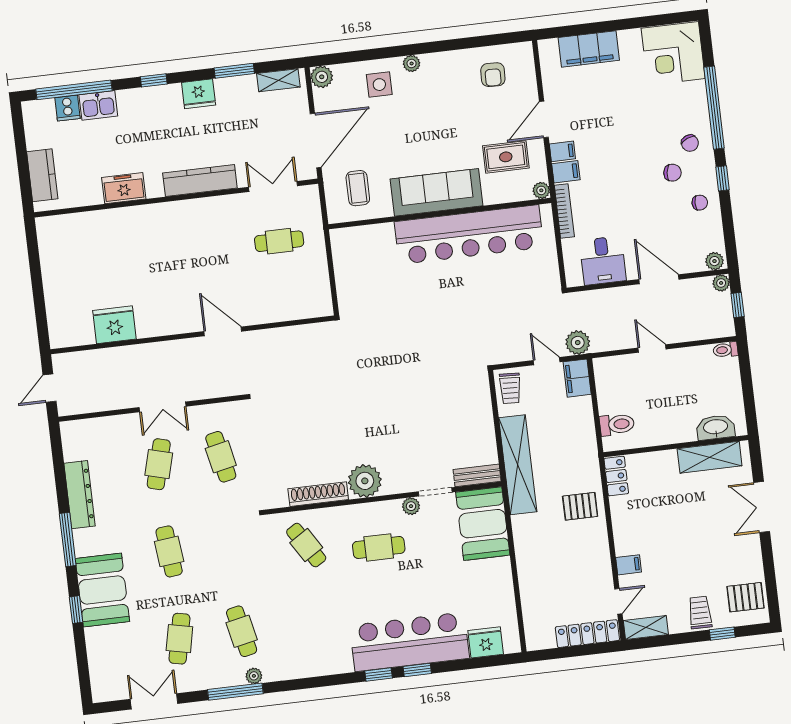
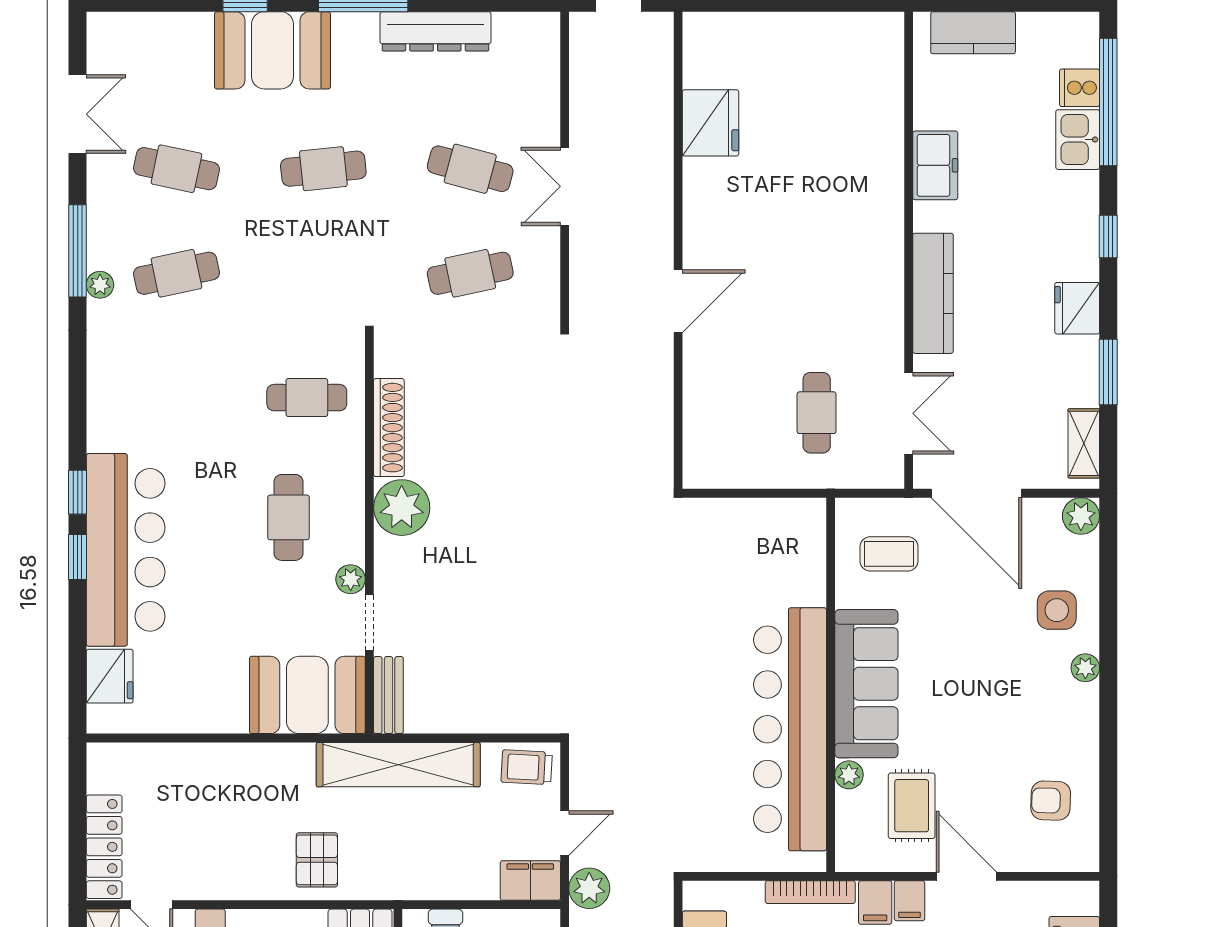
plant: (541, 190) -> (849, 775), moved
cafe table: (306, 545) -> (307, 398), turned 32

